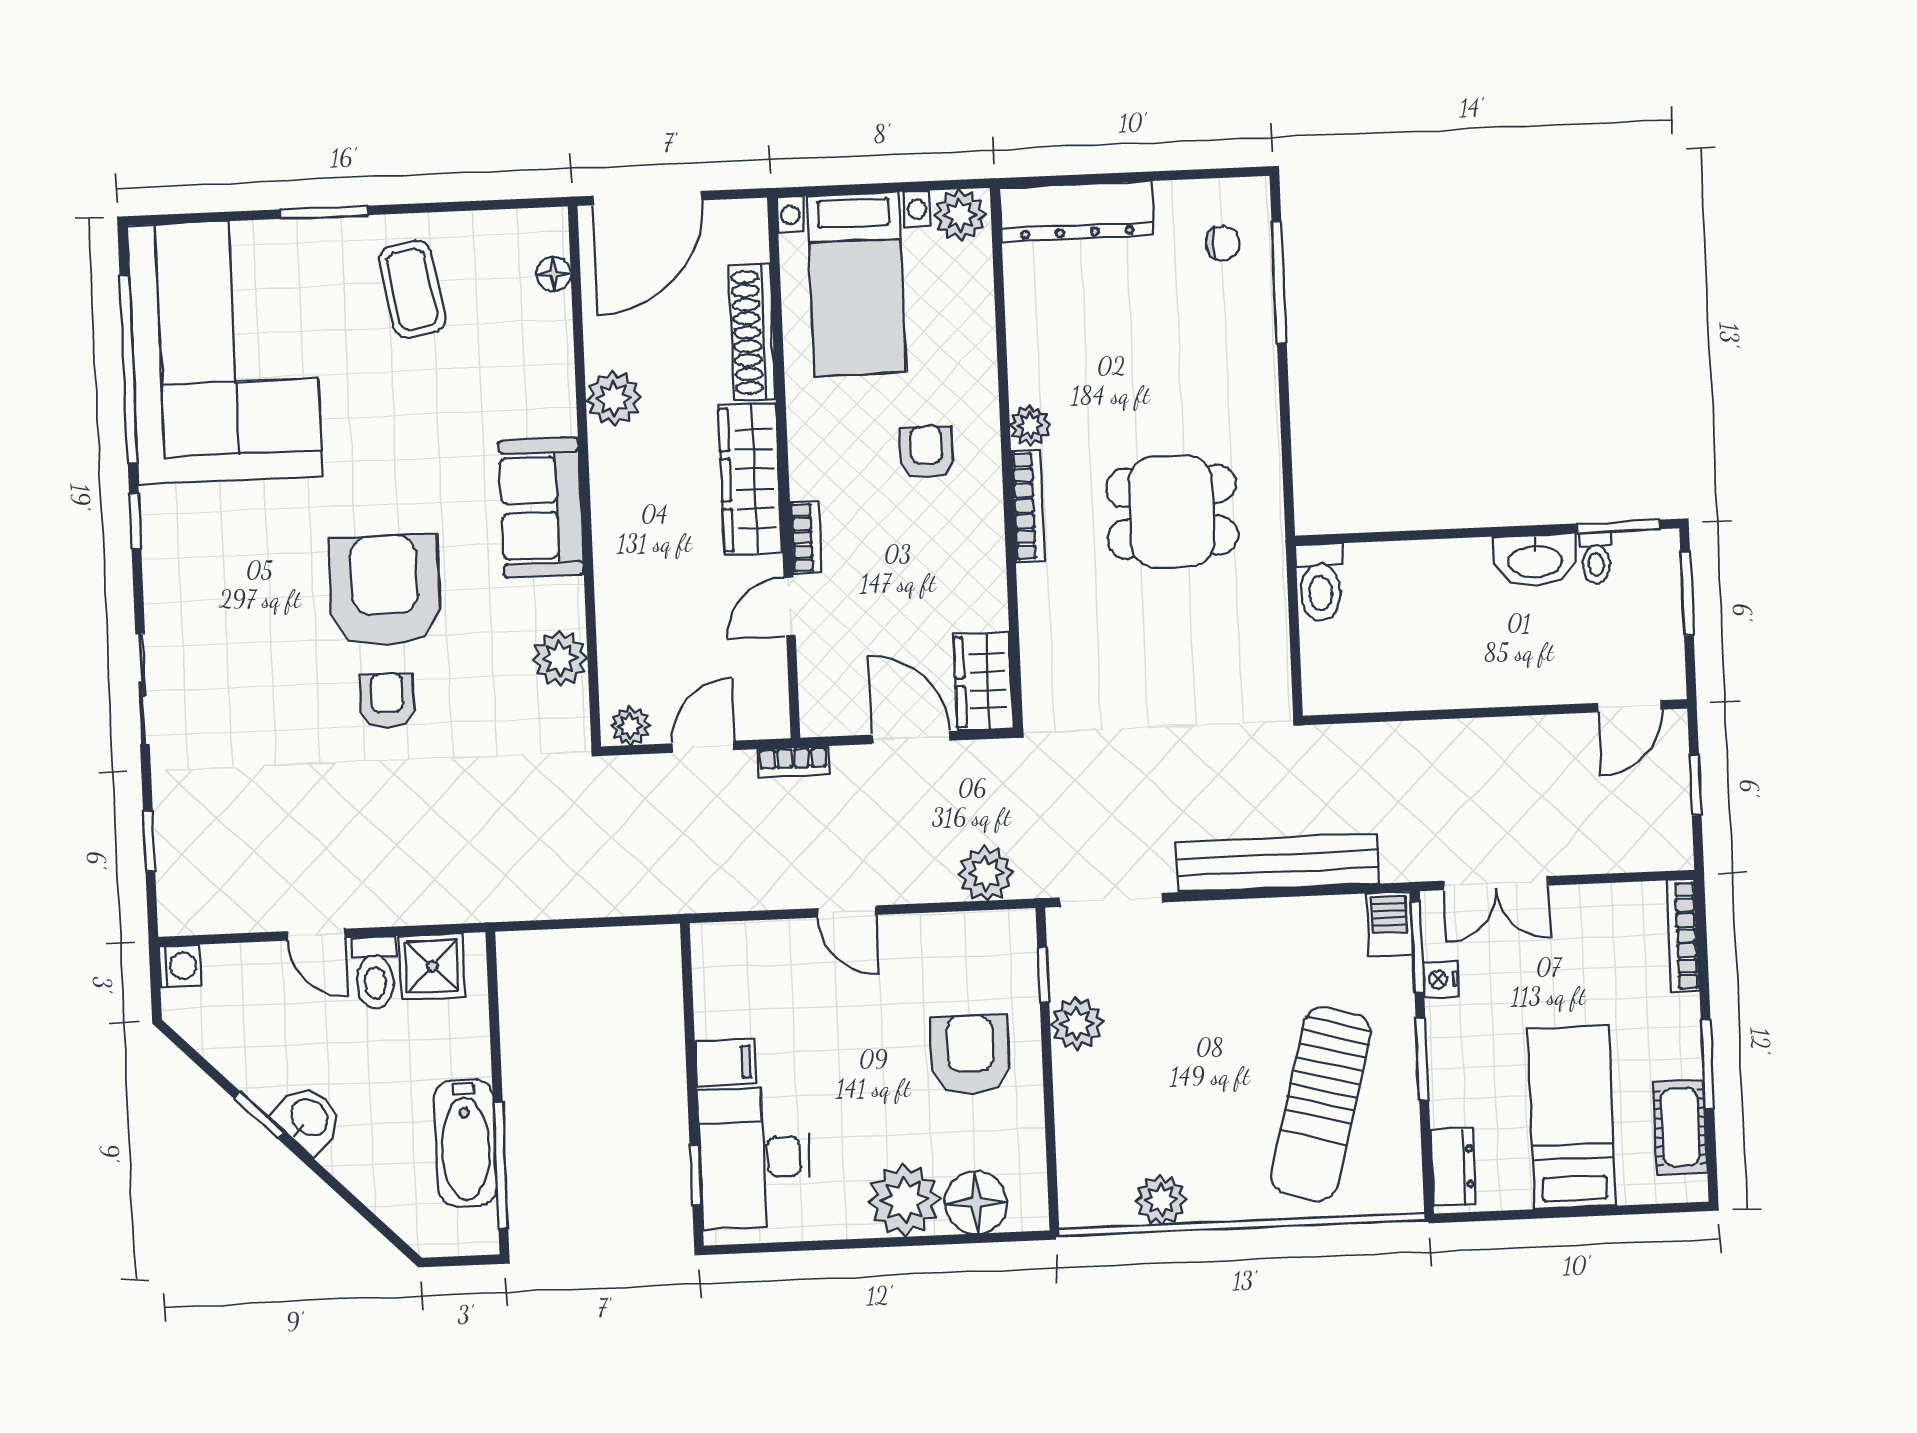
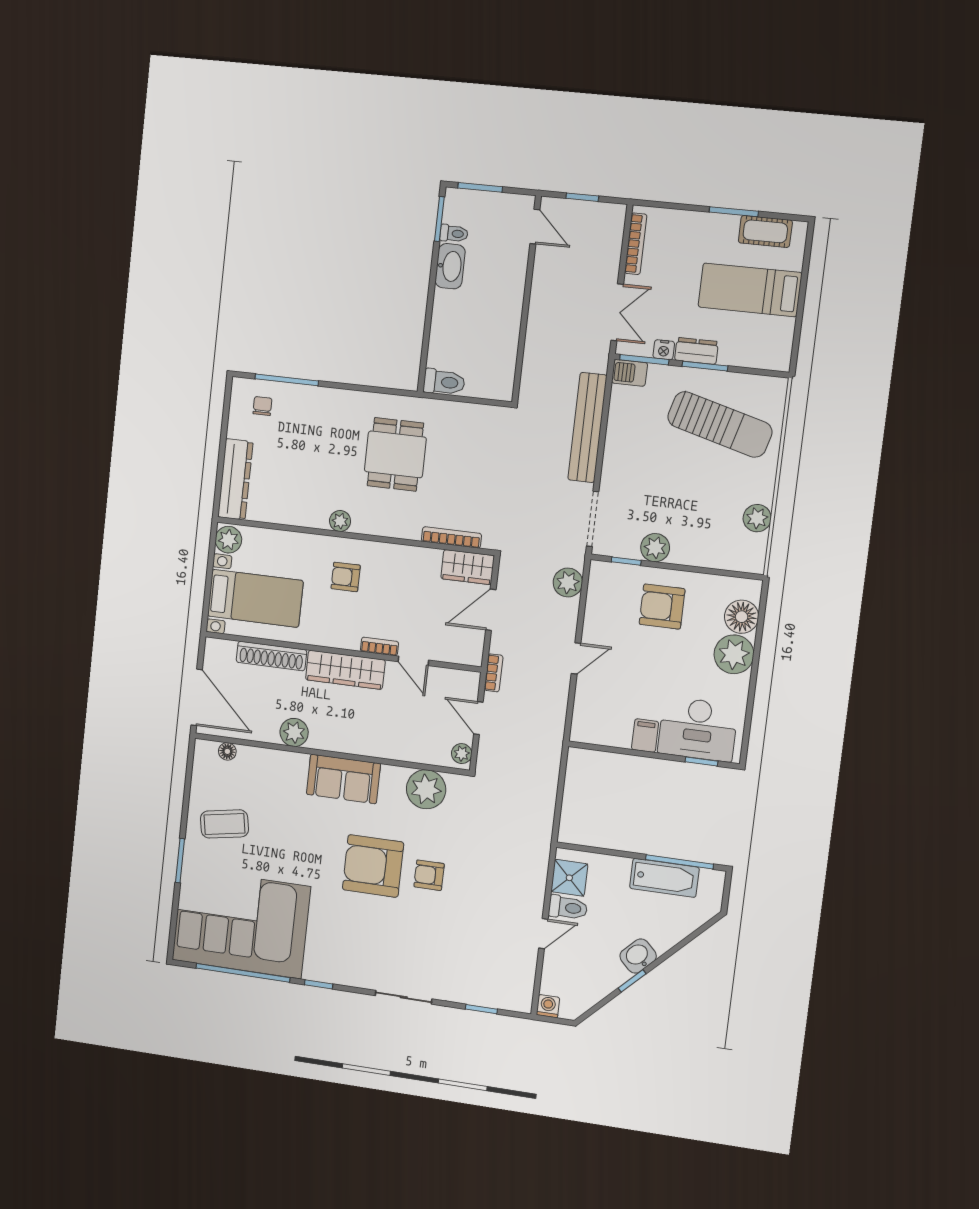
bookcase: (1028, 506) -> (451, 537), moved
plant: (560, 658) -> (426, 789), width x1.36, depth x1.36
bookcase: (1683, 936) -> (636, 244), moved, turned -90
dresser: (1453, 1167) -> (696, 351), moved

